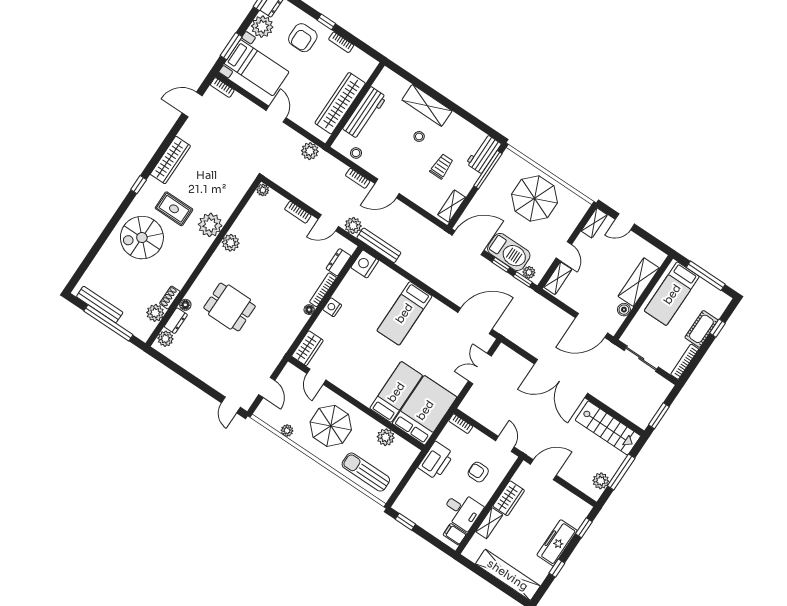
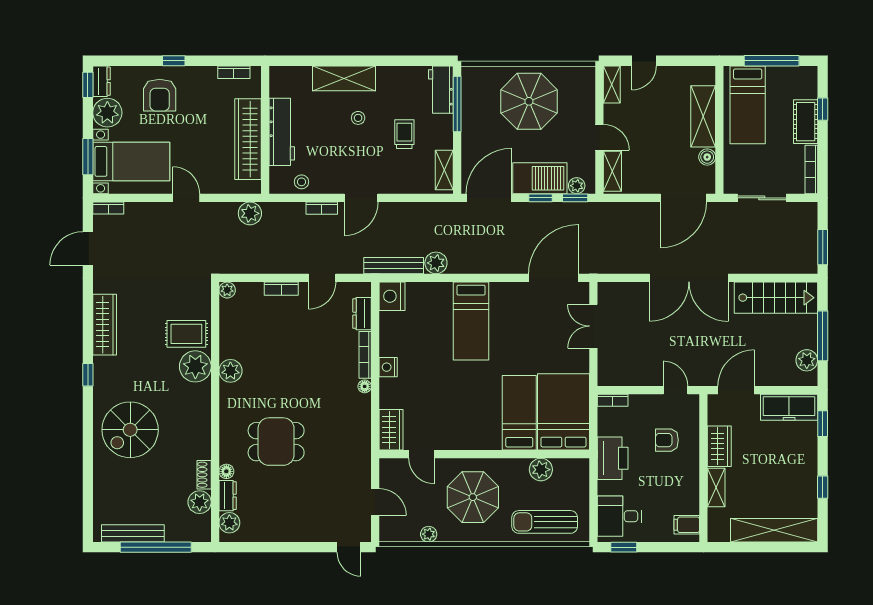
bookcase: (341, 42) -> (234, 72), moved
rug: (174, 209) -> (186, 334), moved
plant: (353, 226) -> (436, 263), moved
desk: (462, 510) -> (619, 516), moved, turned 180
freezer: (557, 543) -> (789, 407), moved, turned -90

